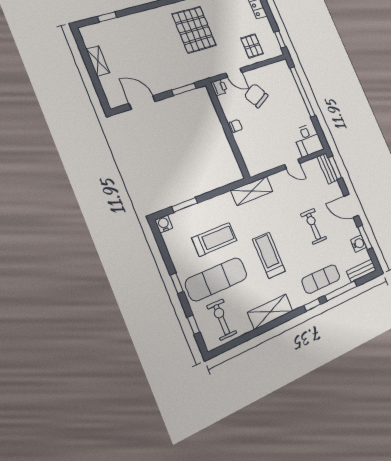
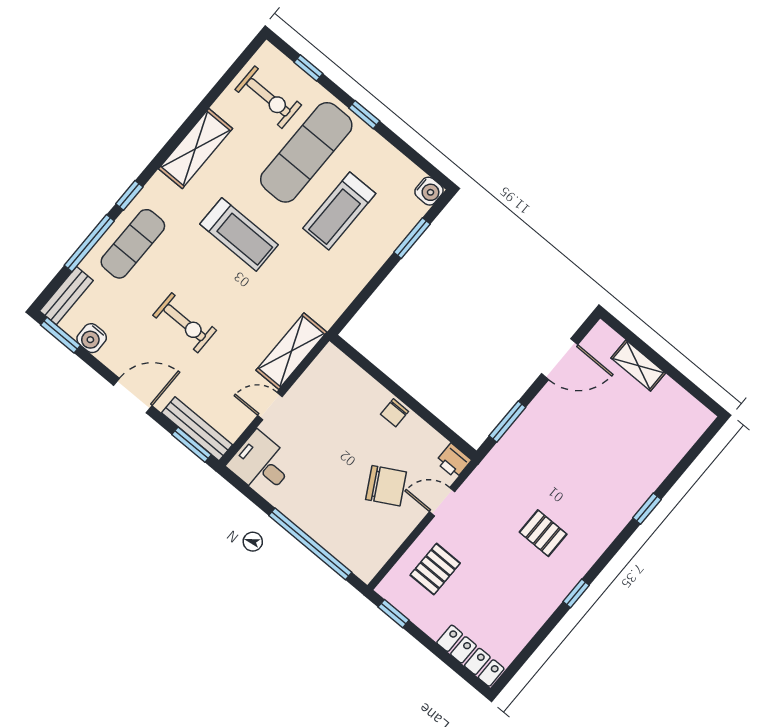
window: (107, 17) -> (647, 509), moved
pallet: (194, 30) -> (543, 533), width x0.49, depth x0.50
pallet: (252, 46) -> (435, 569), turned 90
shelving: (98, 61) -> (638, 366), moved
bench: (327, 168) -> (197, 429), width x1.36
shelving: (252, 191) -> (291, 351), moved
window: (365, 238) -> (60, 335), moved

